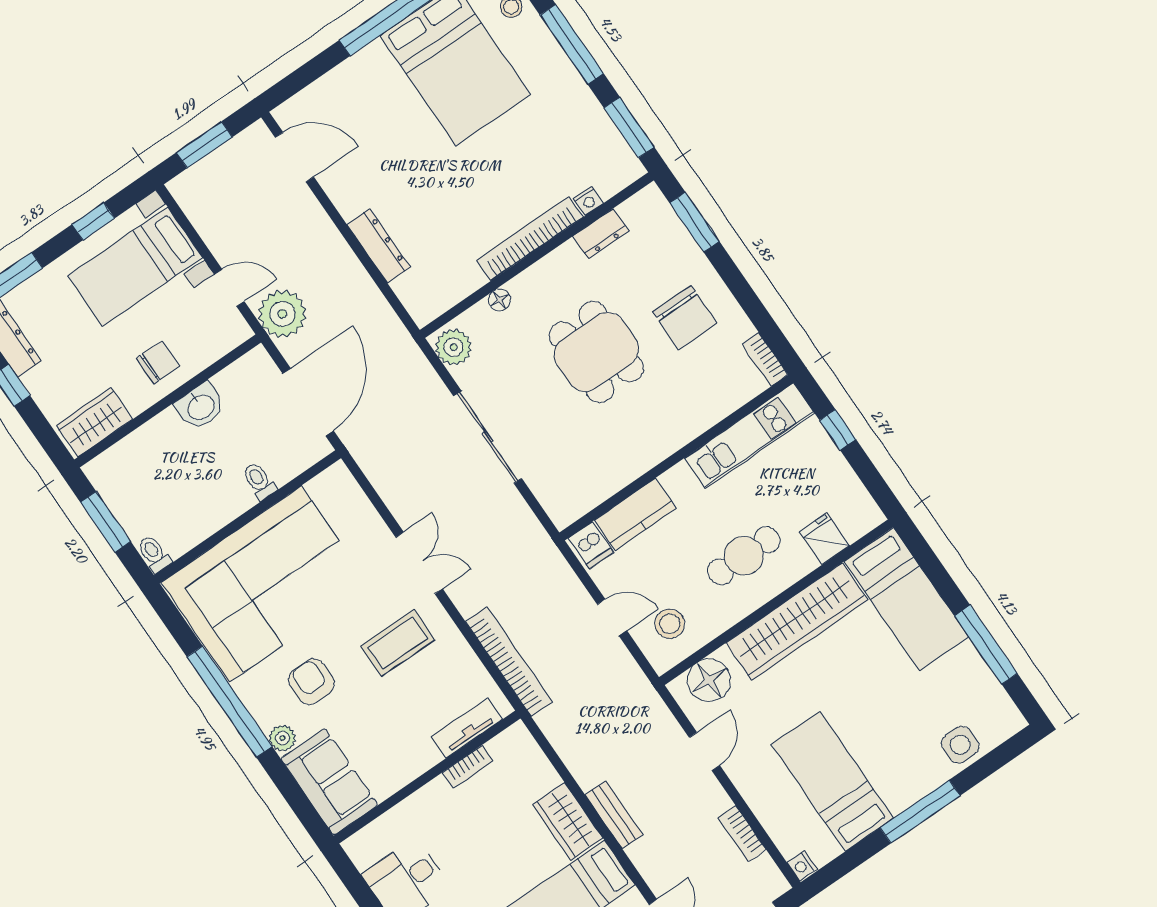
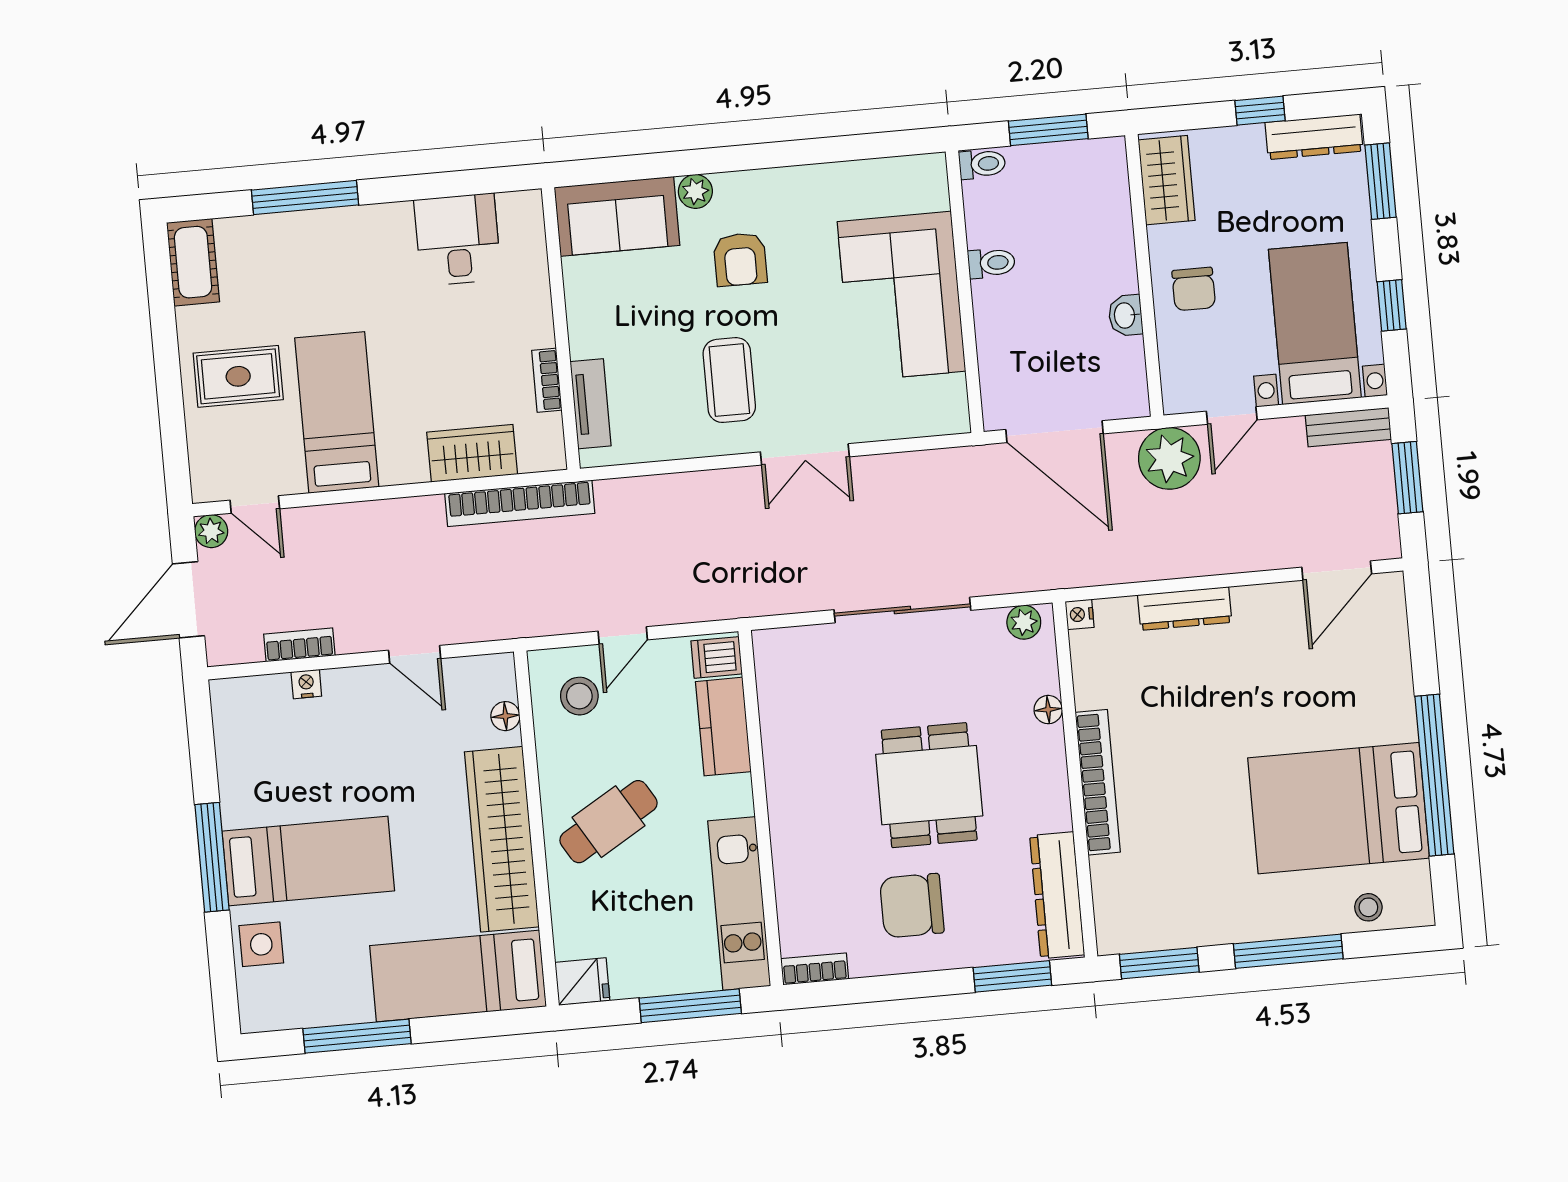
nightstand: (588, 201) -> (1080, 614), moved
dresser: (601, 234) -> (1057, 895), width x1.96, depth x1.24
plant: (453, 347) -> (1024, 622), width x0.73, depth x0.73
dining table: (596, 352) -> (929, 785), turned 90
washbasin: (200, 406) -> (1125, 315), width x0.72, depth x0.69
window: (838, 430) -> (690, 1006), width x2.17
toilet: (259, 481) -> (991, 263), moved
fridge: (824, 539) -> (582, 982), moved
cafe table: (744, 556) -> (609, 822), turned 59
corner sofa: (265, 584) -> (901, 296), width x0.73, depth x0.74
bookcase: (509, 662) -> (520, 503), moved
floor lamp: (709, 680) -> (505, 716), width x0.53, depth x0.53
armchair: (311, 682) -> (740, 259), turned 90
window: (230, 702) -> (769, 155), removed
bed: (833, 781) -> (308, 861), moved
bench: (614, 815) -> (1348, 427), moved
wardrobe: (568, 821) -> (472, 453), moved
nightstand: (802, 866) -> (306, 684), moved

